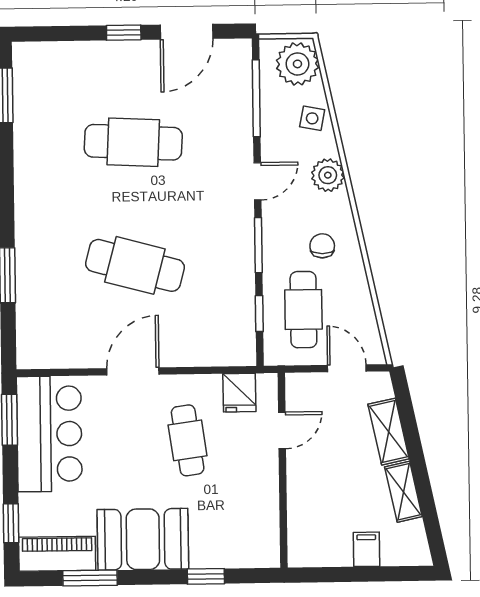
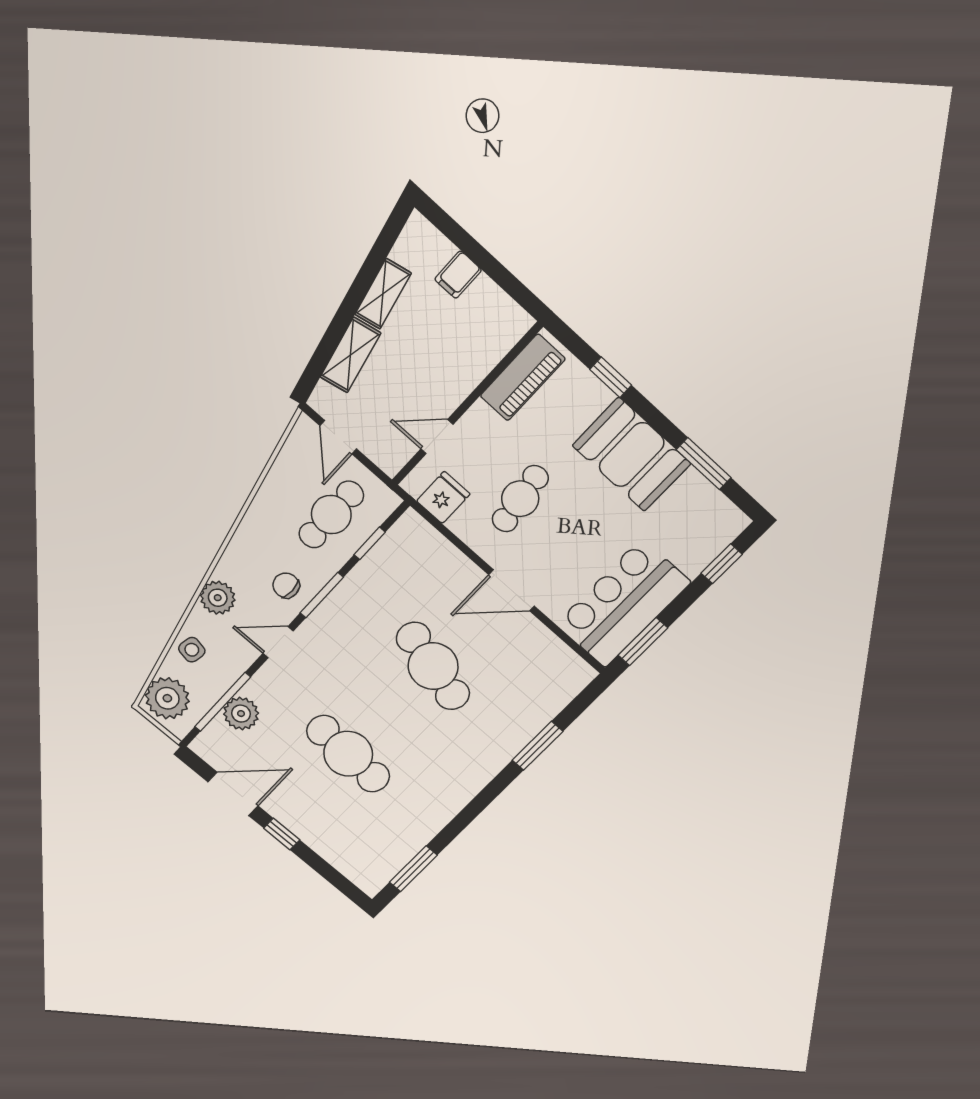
plant: (236, 102) -> (241, 714), added
chair: (322, 246) -> (286, 585), moved, turned 90
piano: (57, 554) -> (523, 377), moved, turned -90

